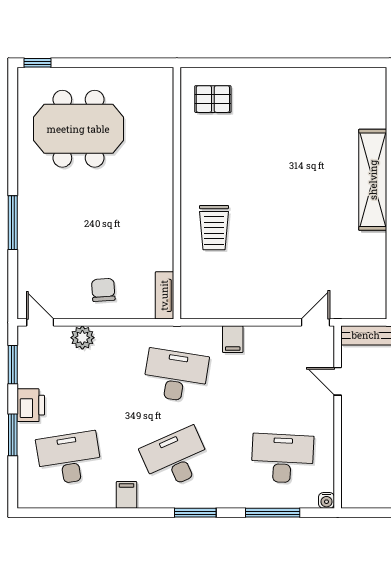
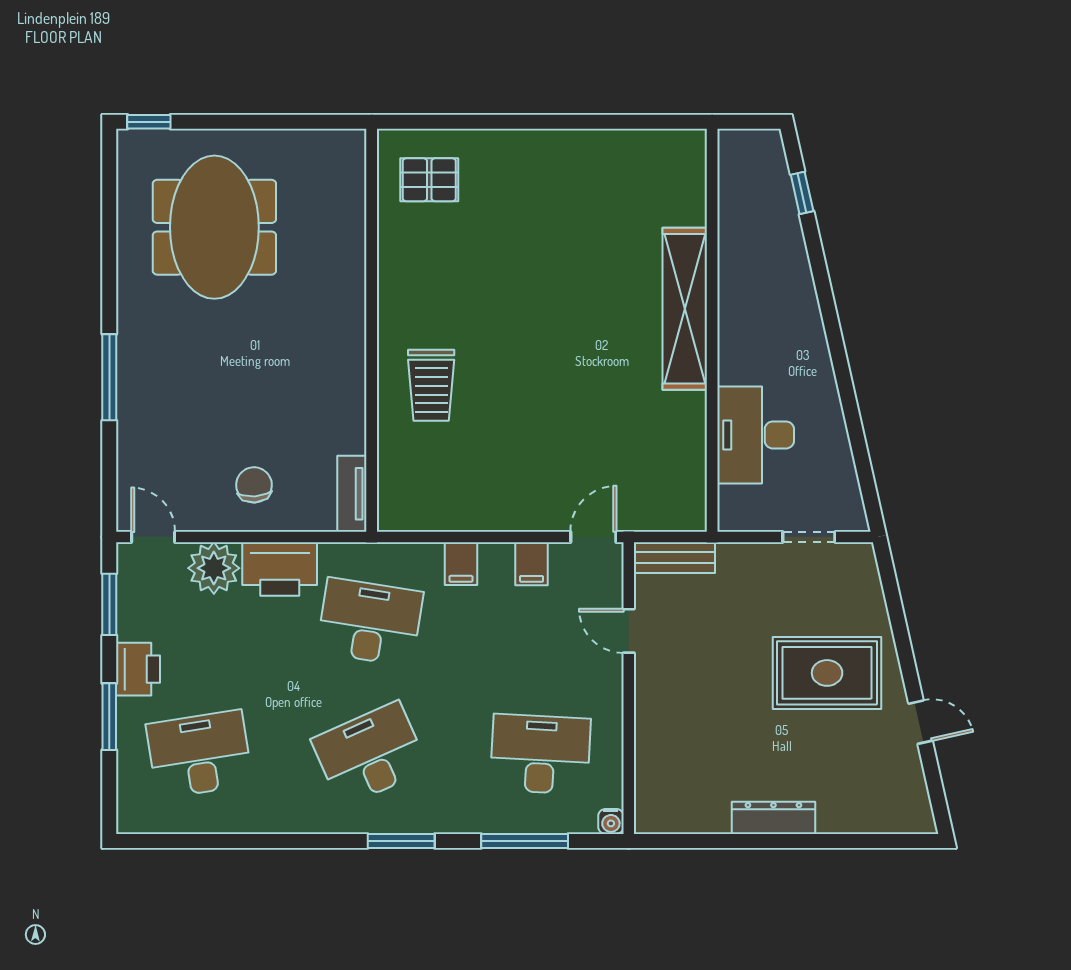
meeting table: (78, 129) -> (214, 227), turned 90
plant: (82, 338) -> (214, 568), width x1.36, depth x1.36
printer: (119, 342) -> (280, 569), added
filing cabinet: (126, 495) -> (532, 564), moved, turned 180

